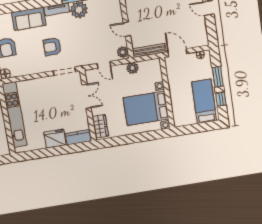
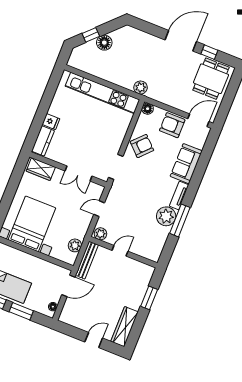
armchair: (52, 47) -> (142, 146), moved, turned 44
plant: (132, 68) -> (75, 245), moved
fridge: (55, 139) -> (51, 122), width x0.53, depth x0.75

